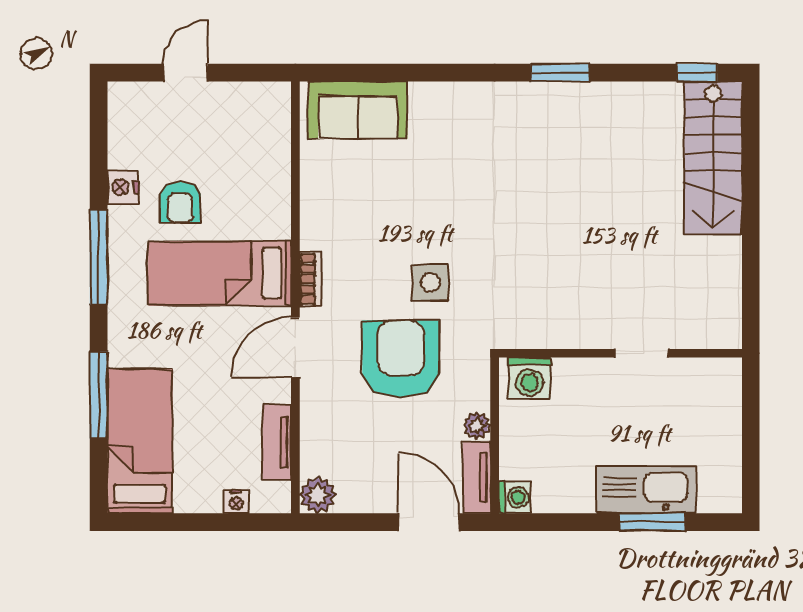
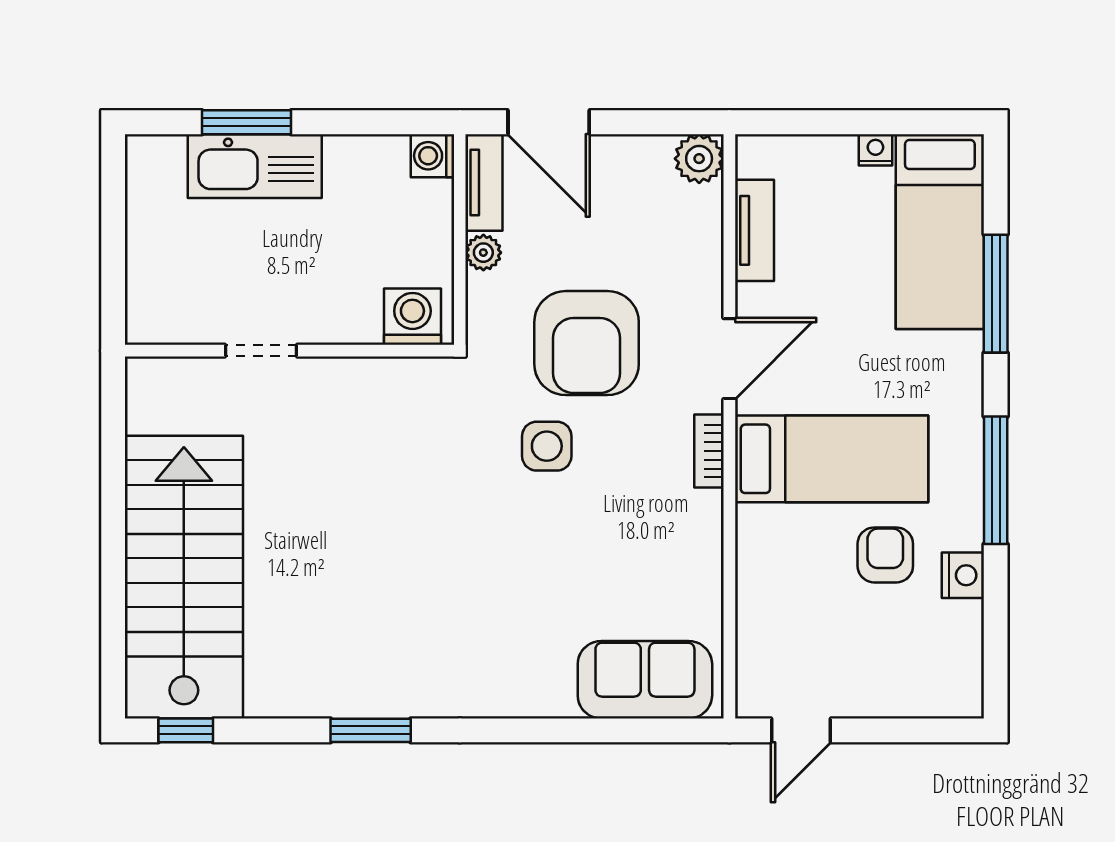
door: (186, 73) -> (801, 730), moved
stairs: (713, 158) -> (184, 577), width x1.36, depth x1.51
nightstand: (236, 502) -> (875, 150), moved

